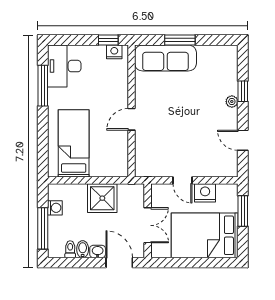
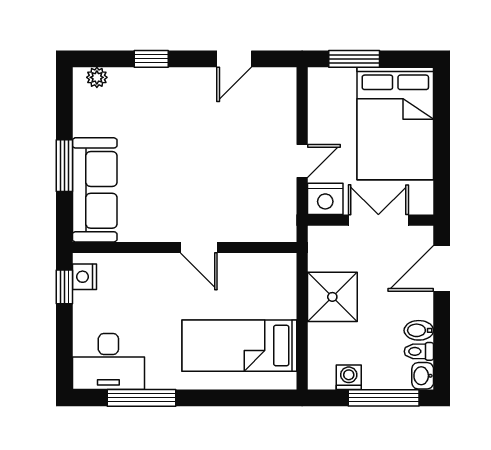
plant: (232, 102) -> (97, 77), moved
nightstand: (205, 193) -> (325, 199), moved, turned -90
washbasin: (98, 251) -> (423, 376), moved

